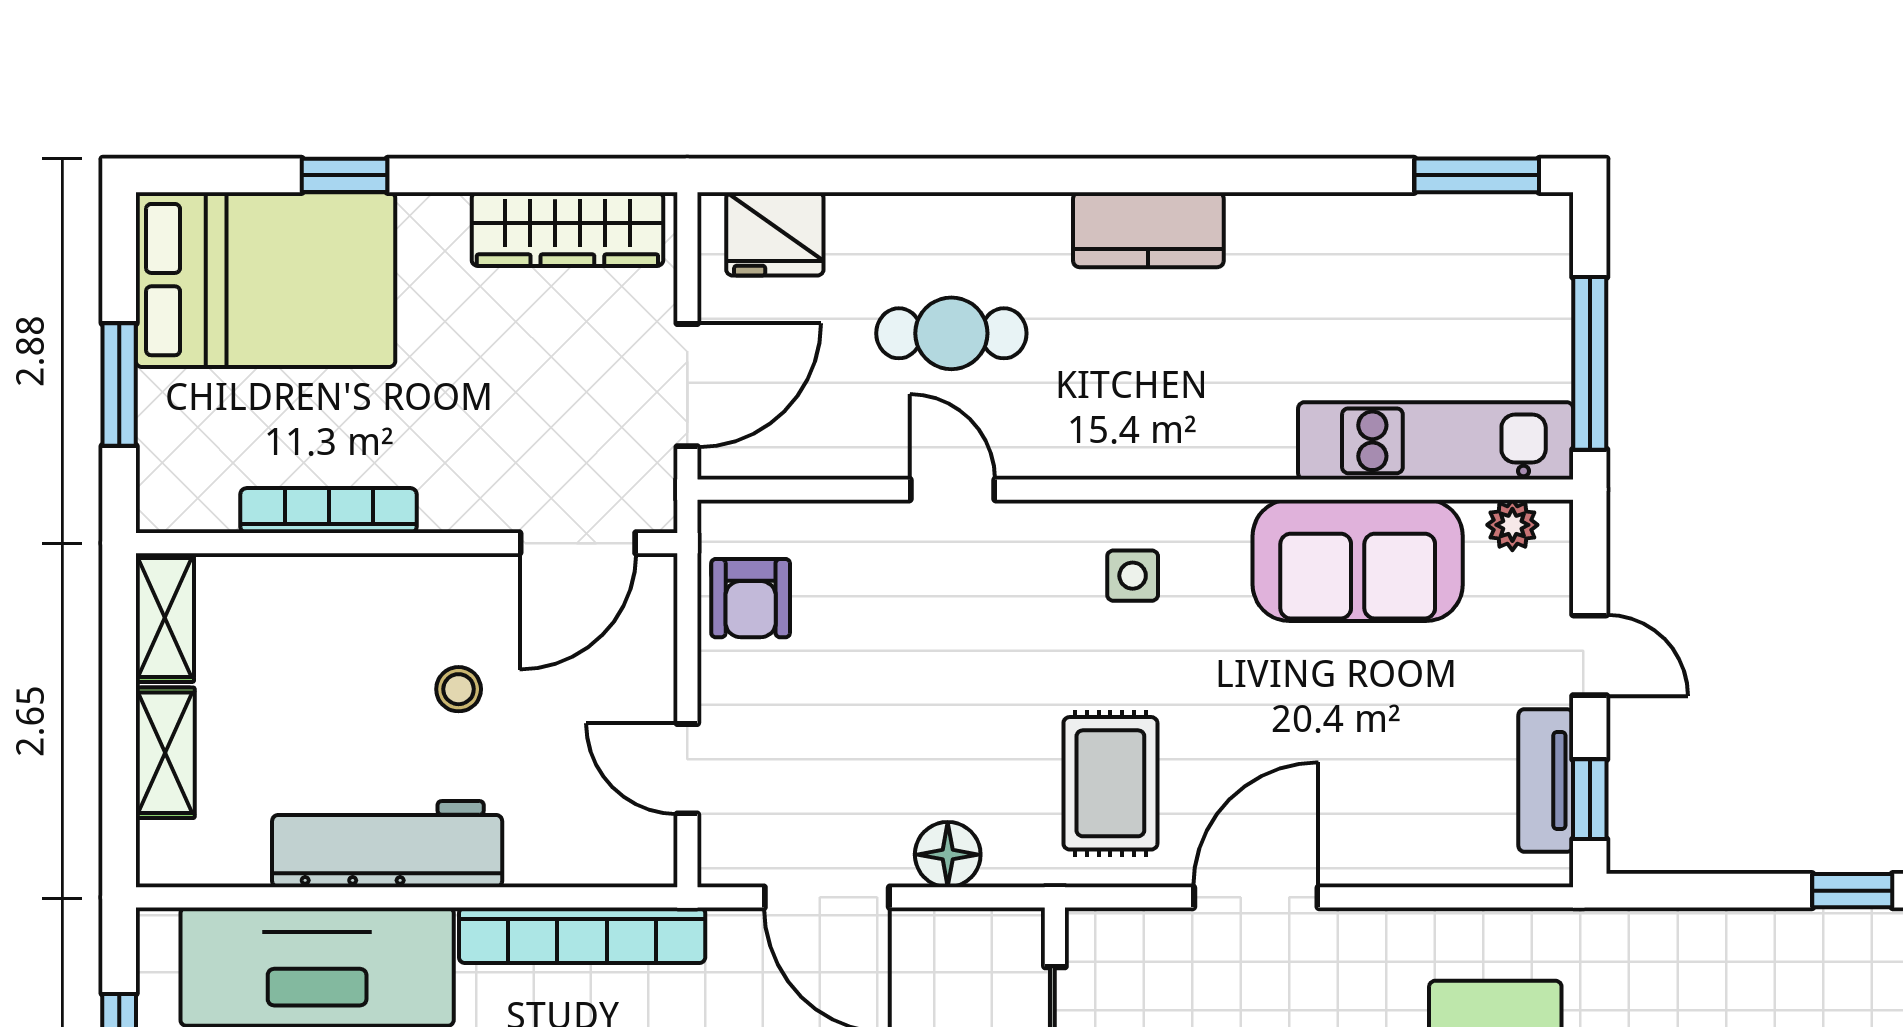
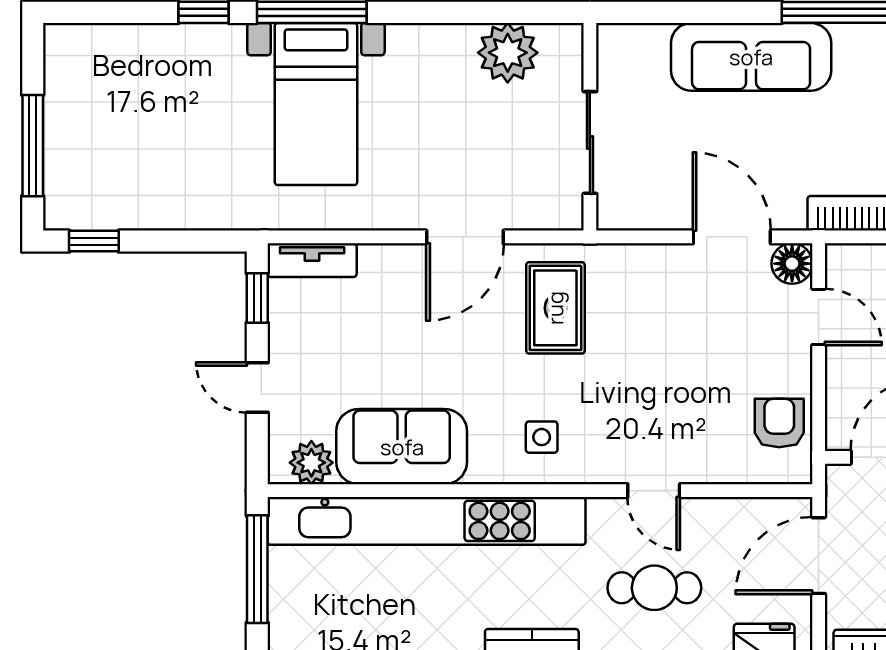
kitchen unit: (1436, 441) -> (427, 521), width x1.86
plant: (1512, 525) -> (311, 463), width x1.38, depth x1.38
tv unit: (1546, 780) -> (312, 260), moved, turned 90
floor lamp: (948, 855) -> (792, 264), moved

